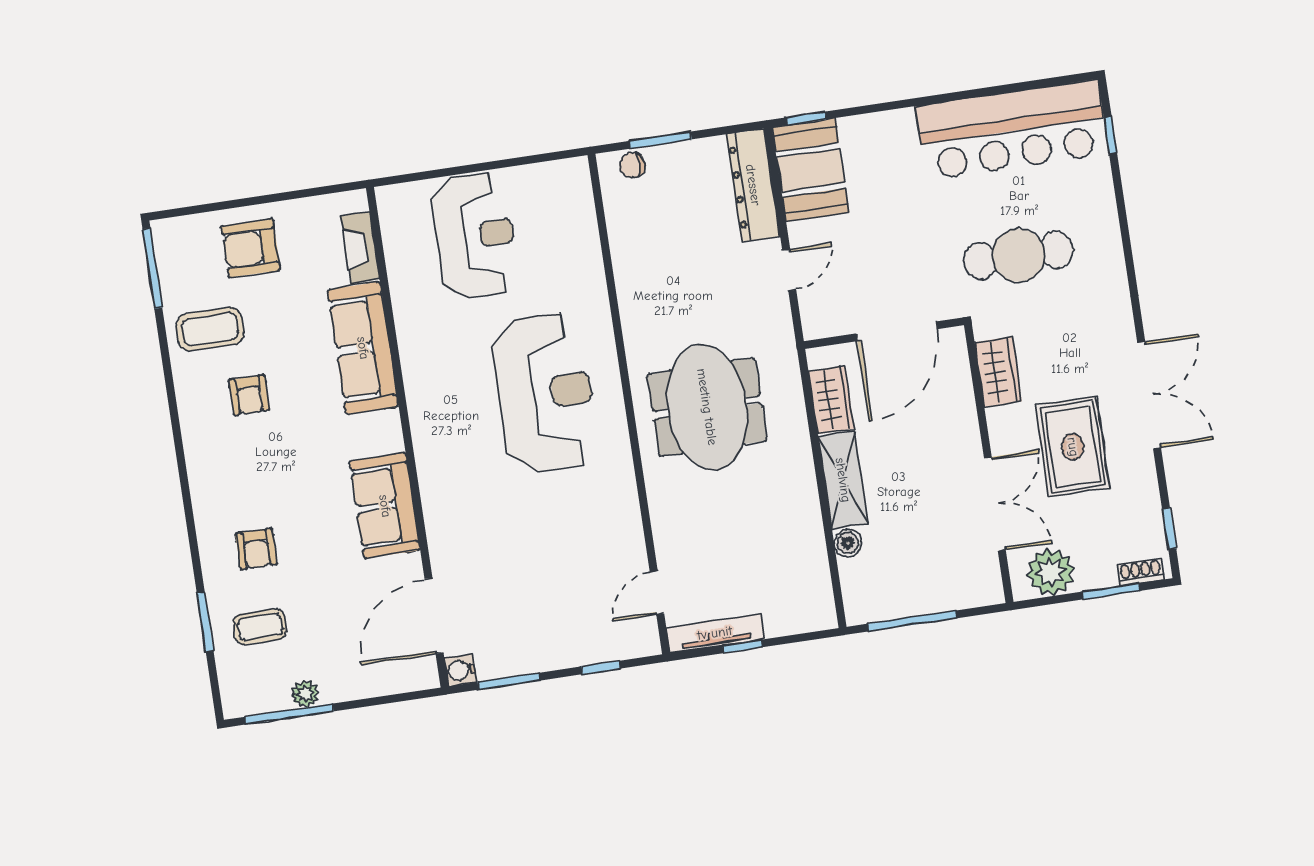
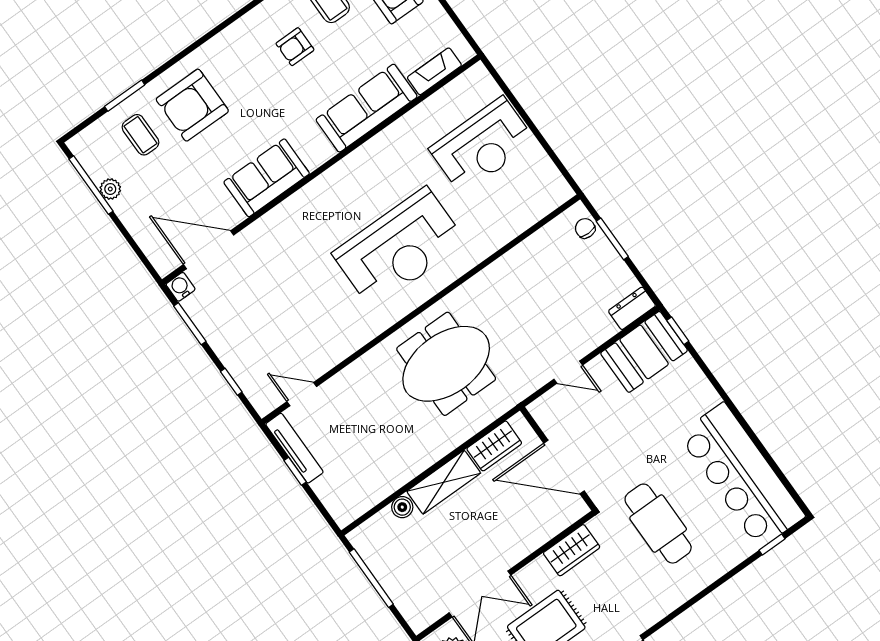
dresser: (753, 185) -> (632, 308), width x0.51, depth x0.80
armchair: (256, 549) -> (192, 105), width x1.88, depth x1.88

